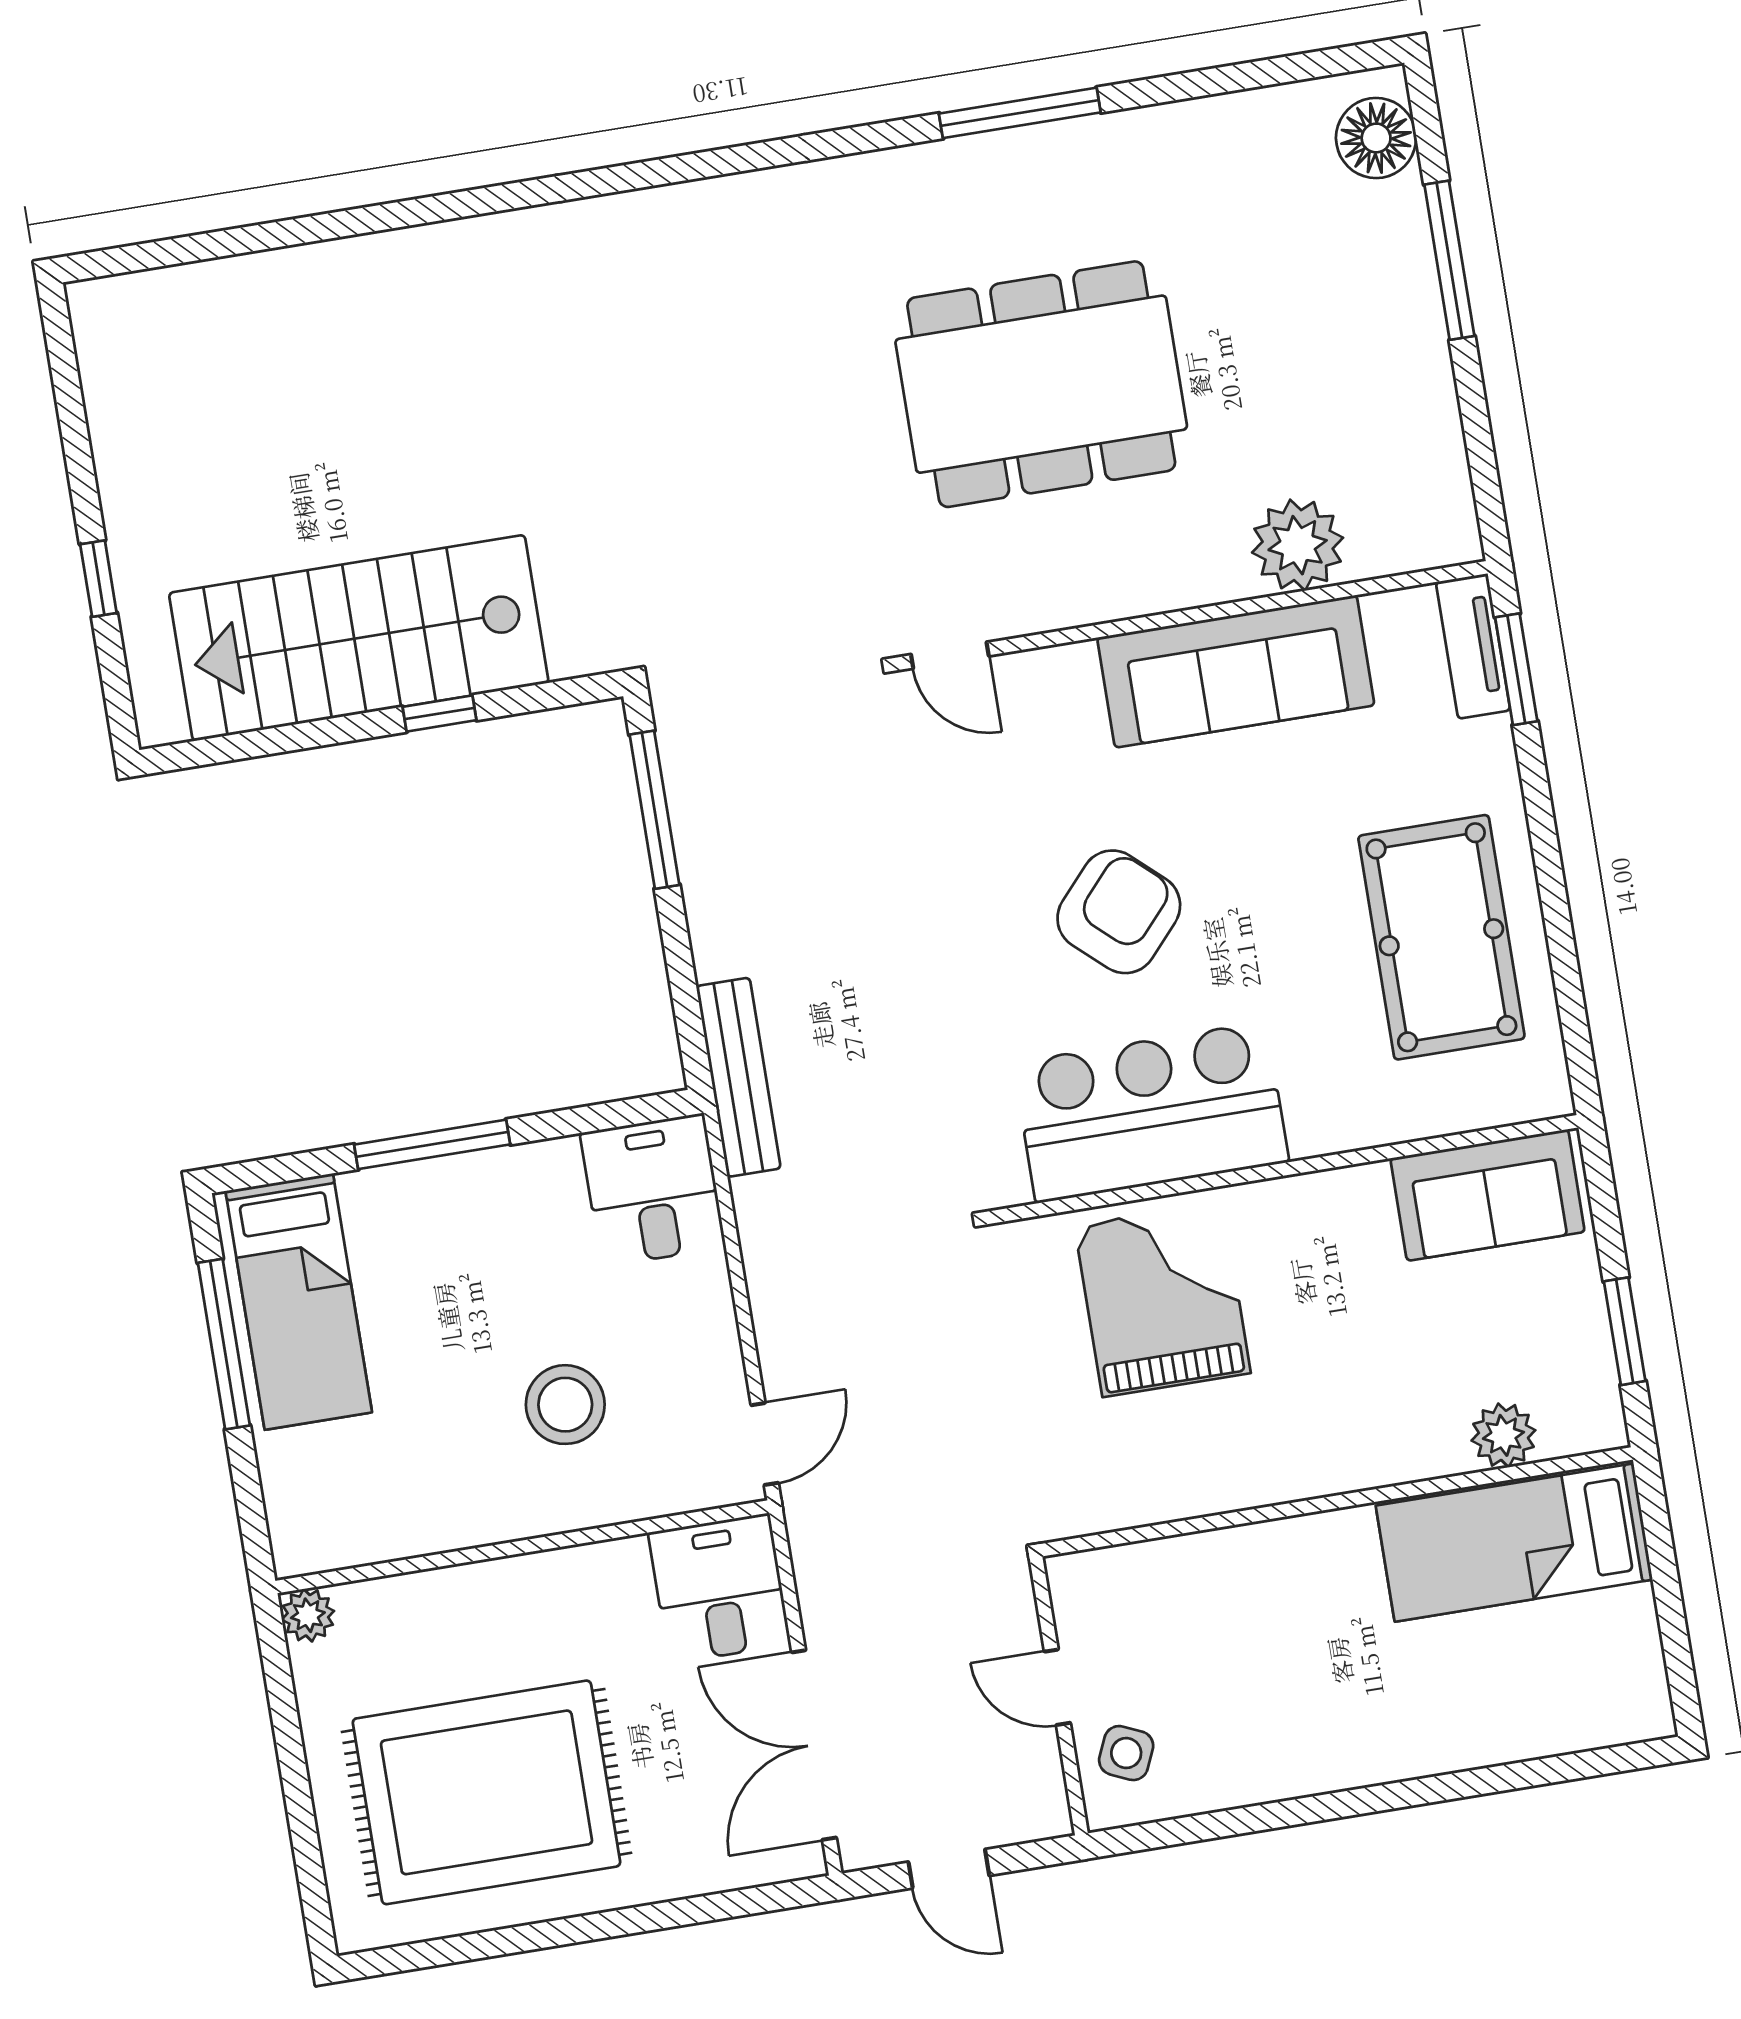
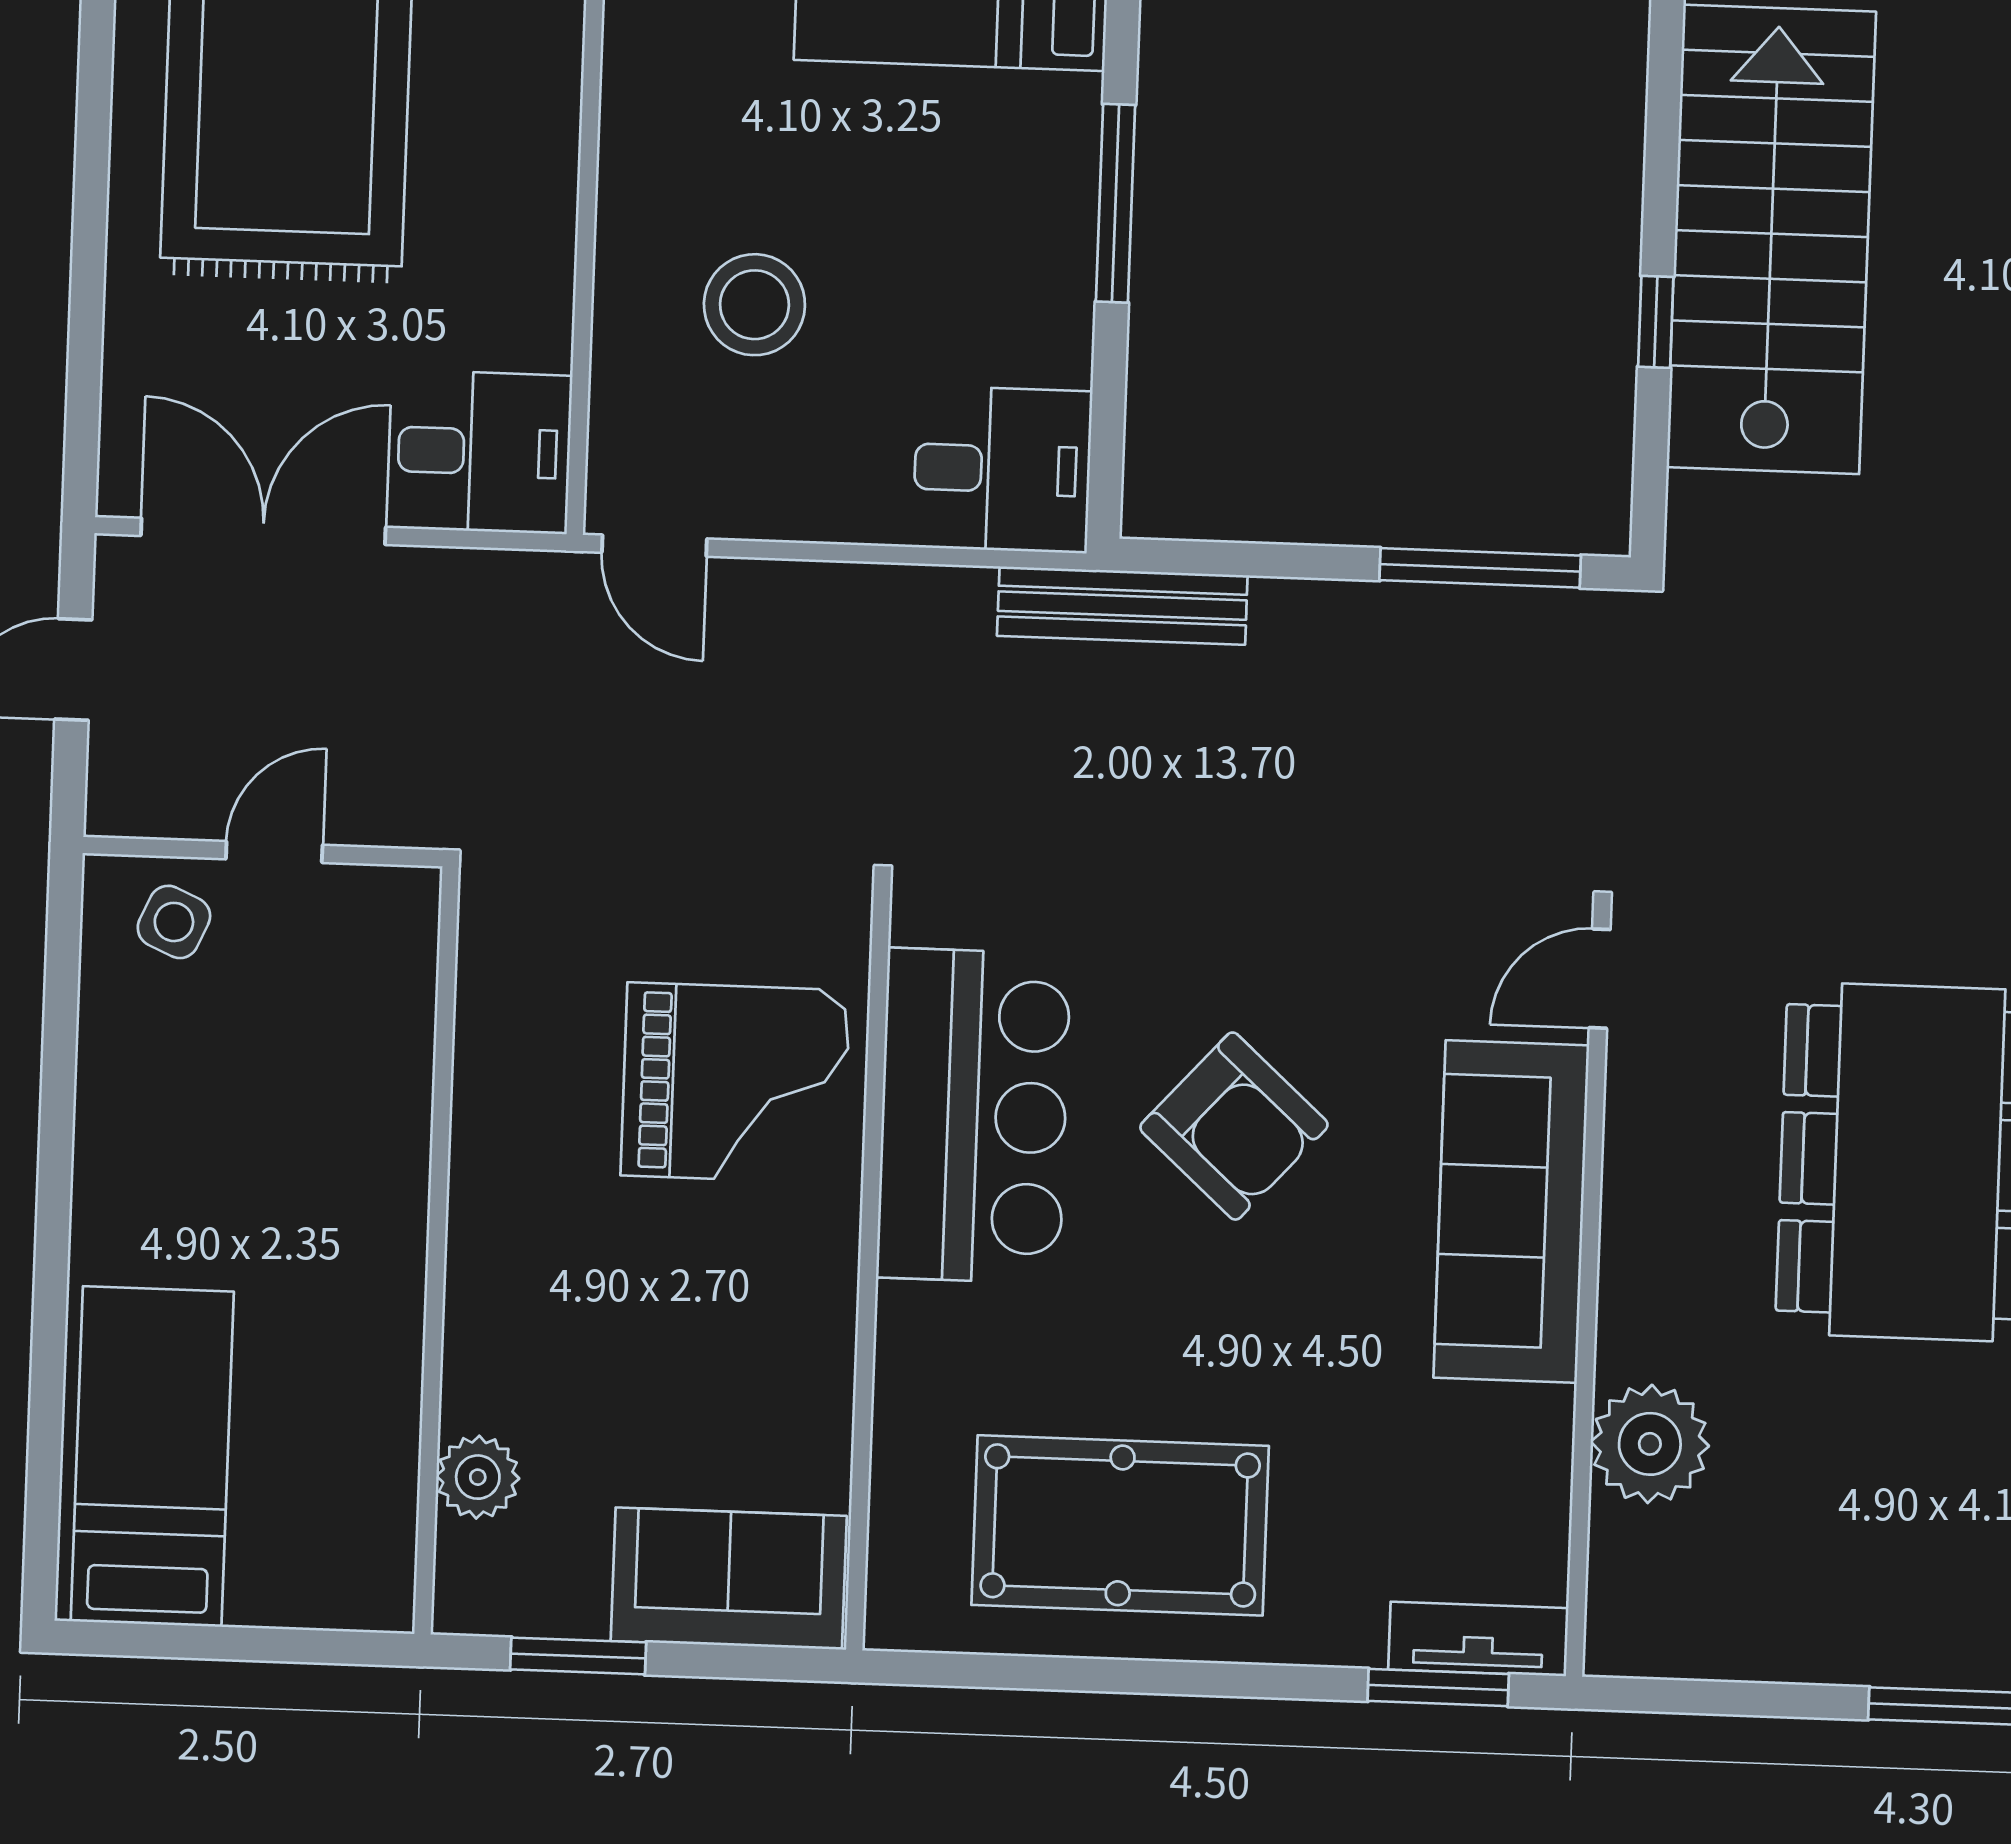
sofa: (1236, 671) -> (1511, 1211), moved
sofa: (1488, 1195) -> (729, 1579), moved, turned 90
bed: (1514, 1543) -> (152, 1456), moved

